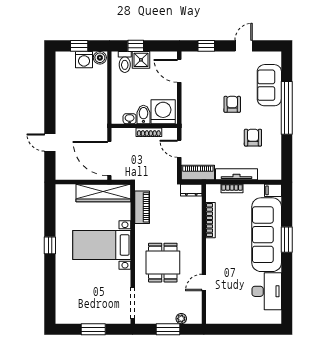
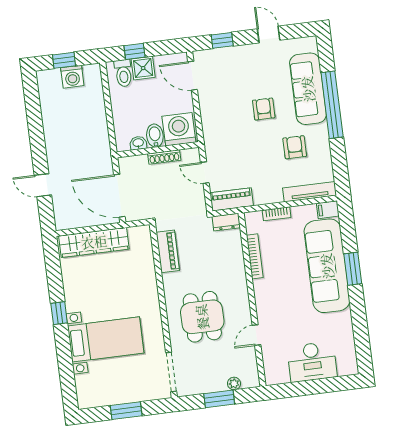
door: (244, 46) -> (269, 34), hinge flipped
boiler: (100, 58) -> (92, 72), removed
sofa: (269, 85) -> (308, 89), width x1.36
tv unit: (236, 174) -> (310, 192), moved
wardrobe: (103, 193) -> (94, 242), moved
bed with nightstands: (102, 245) -> (106, 339), moved, turned 180
desk: (267, 291) -> (312, 362), moved, turned 90

